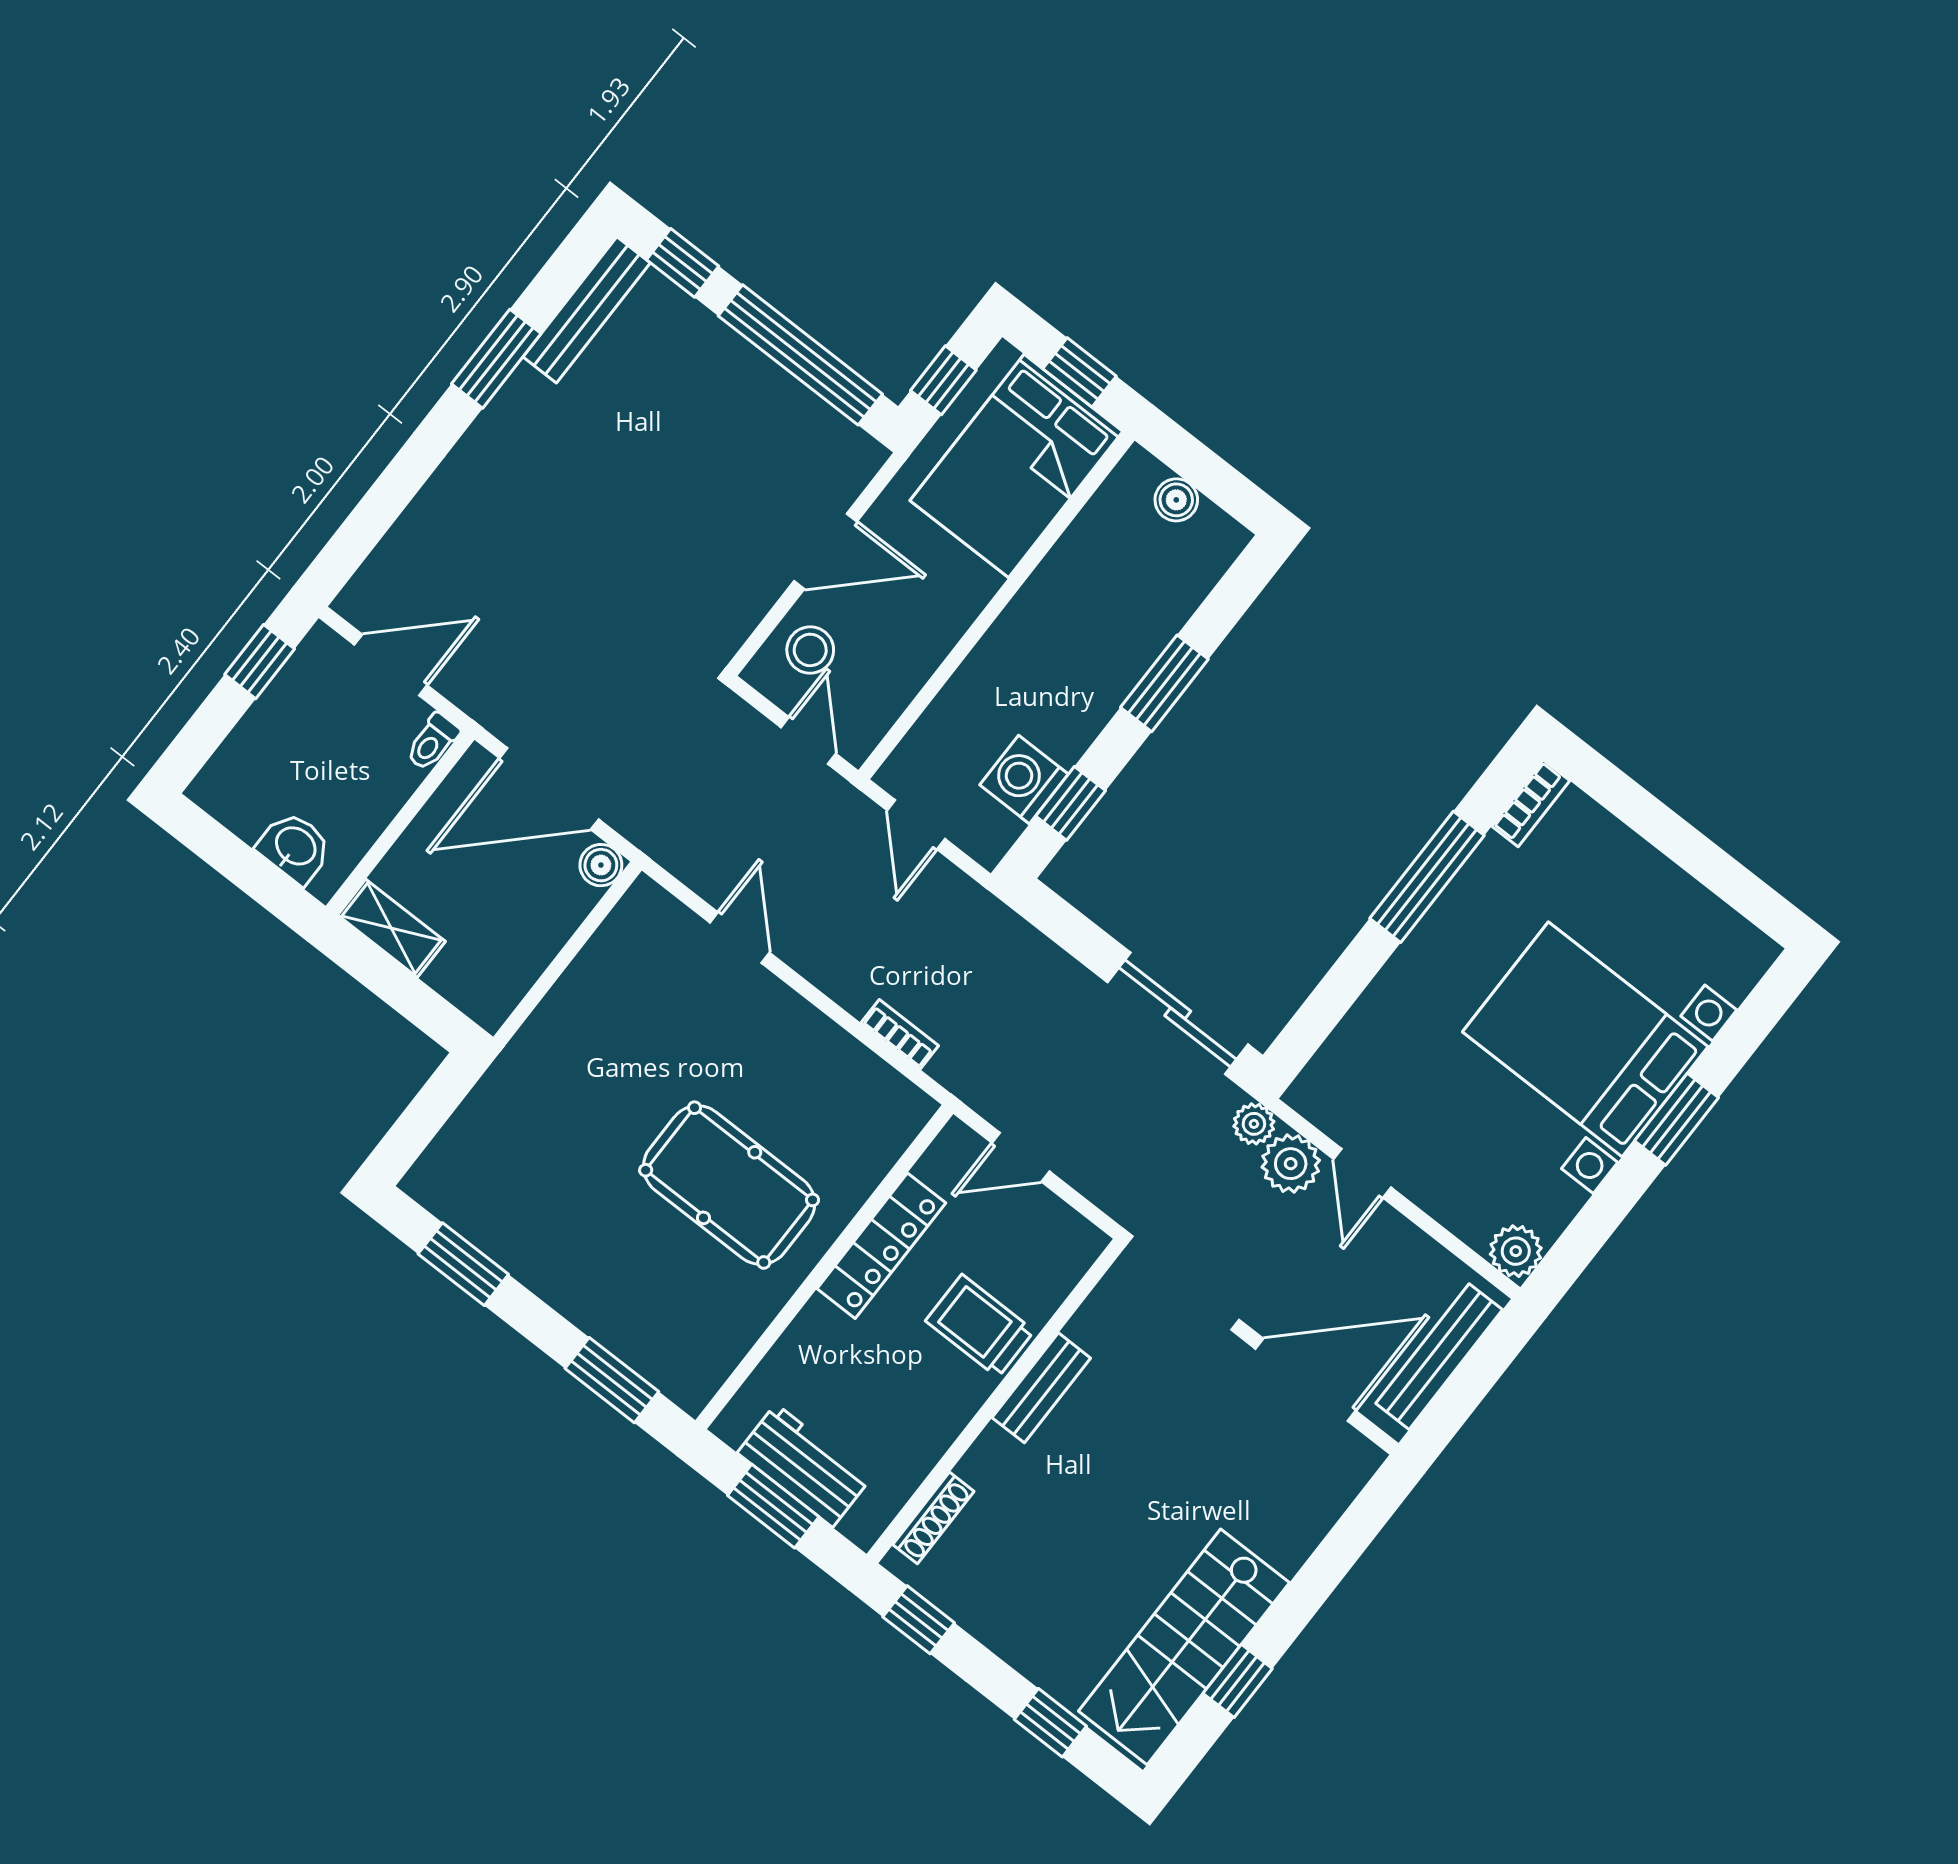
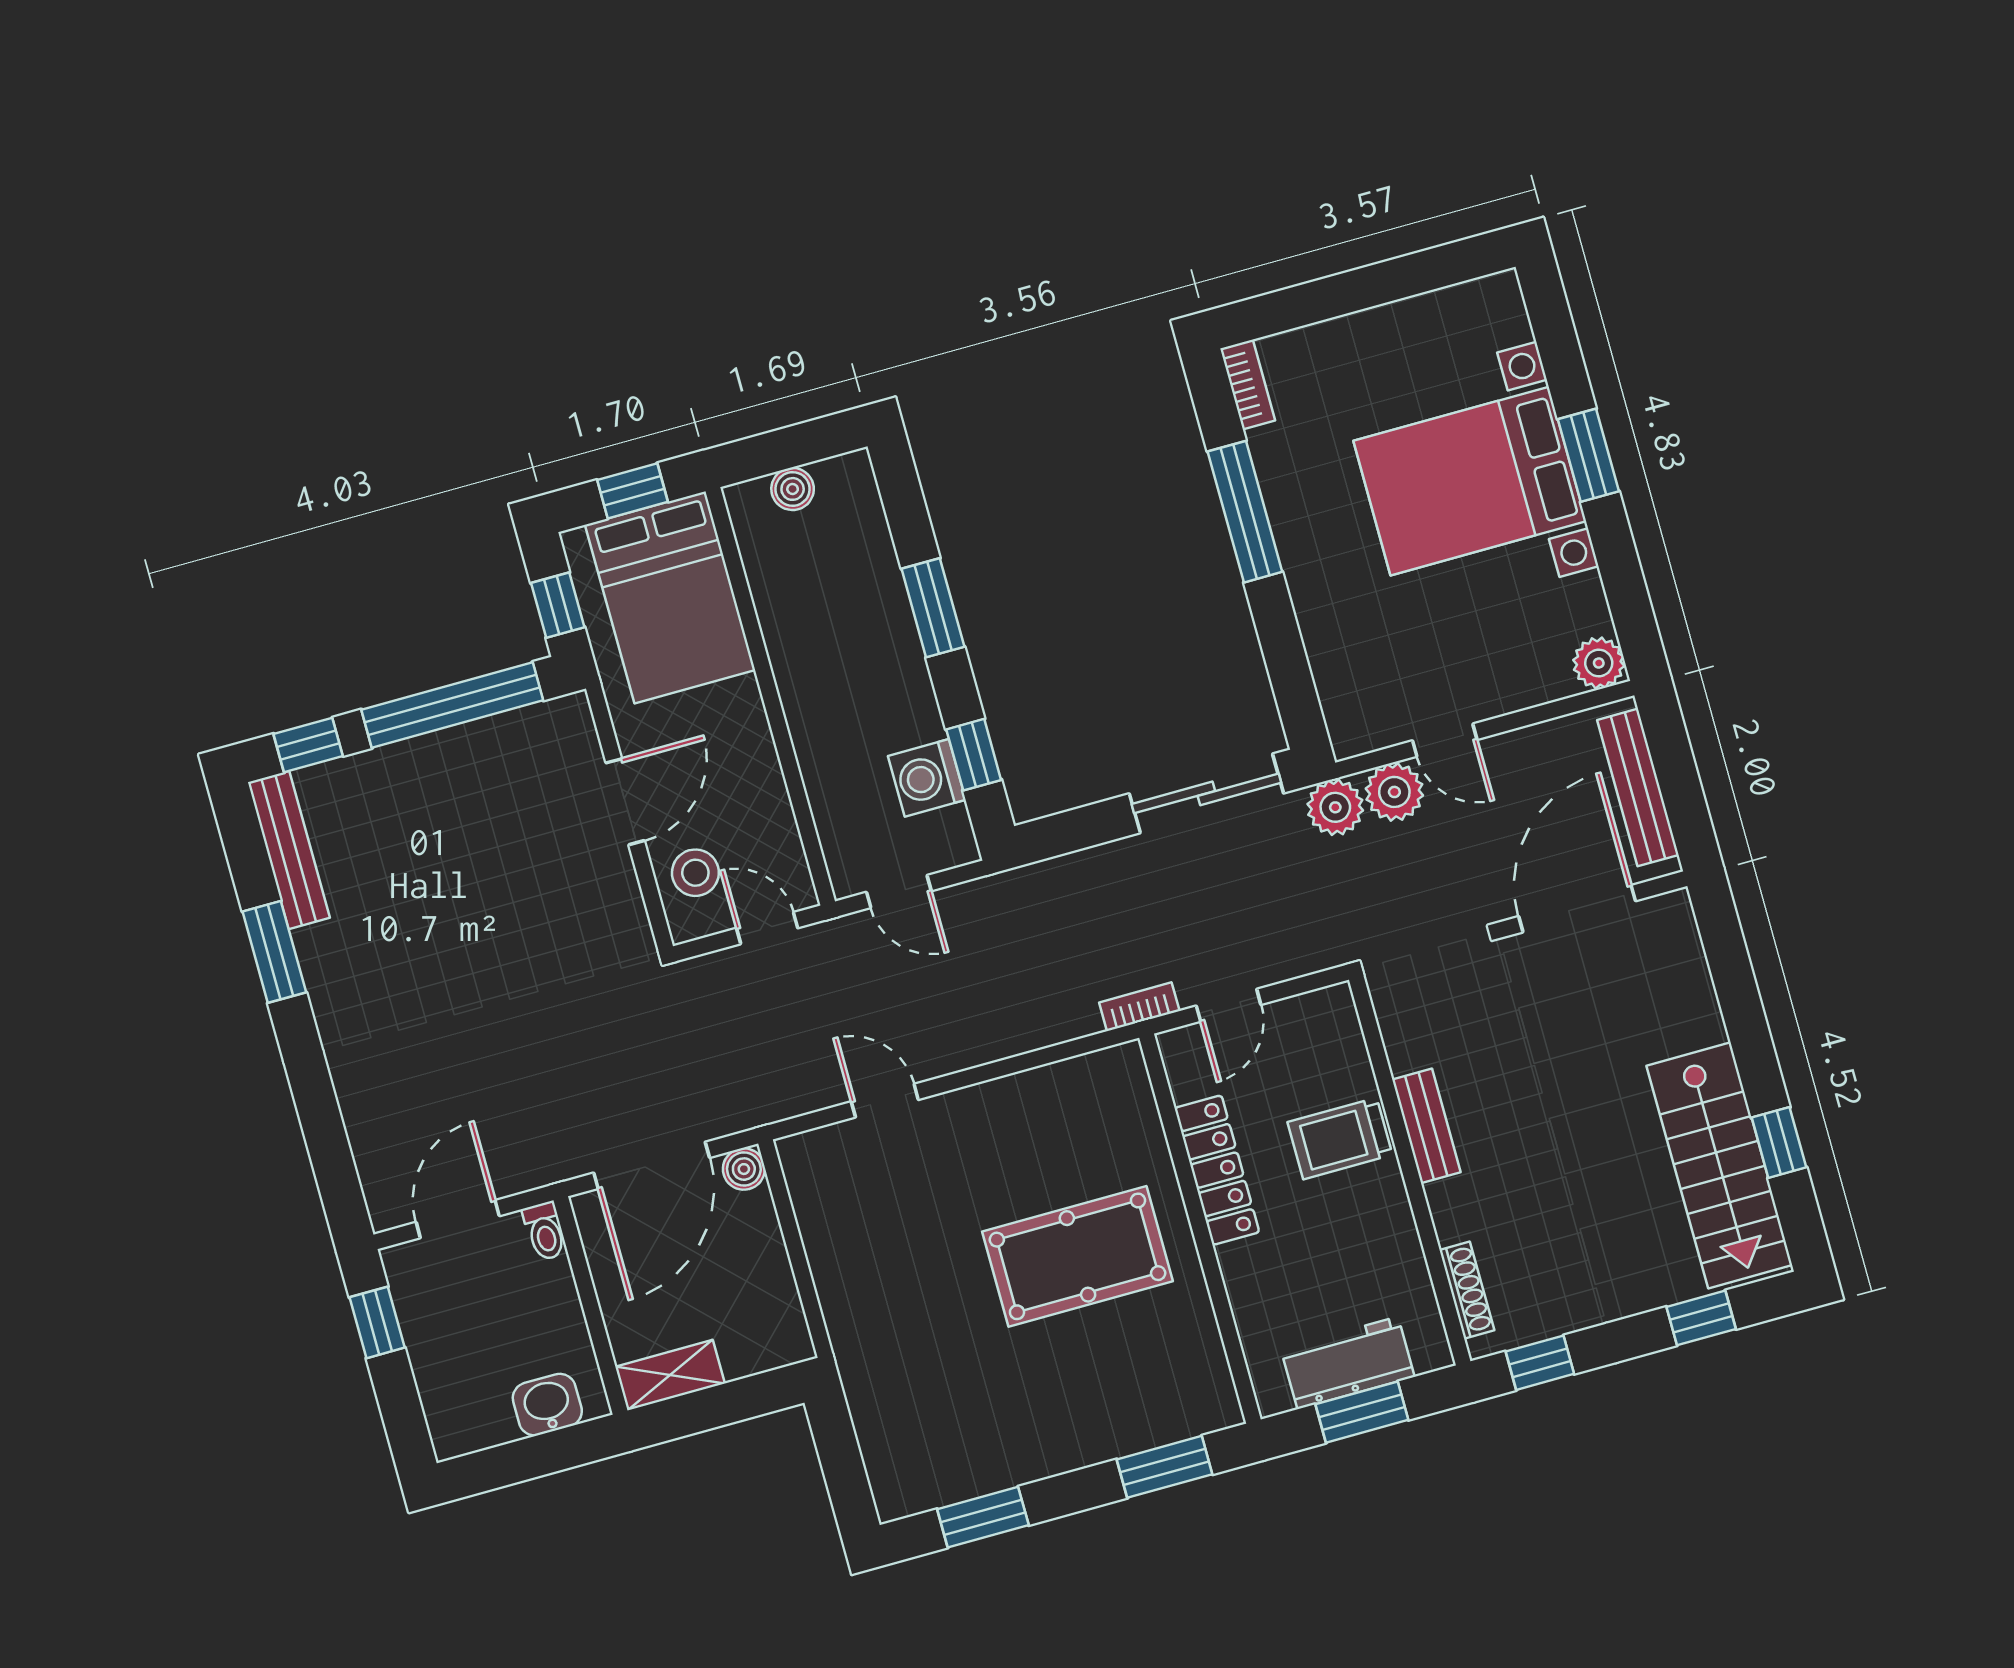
bookcase: (900, 1034) -> (1139, 1007), moved
plant: (1254, 1124) -> (1335, 807), width x1.38, depth x1.38

